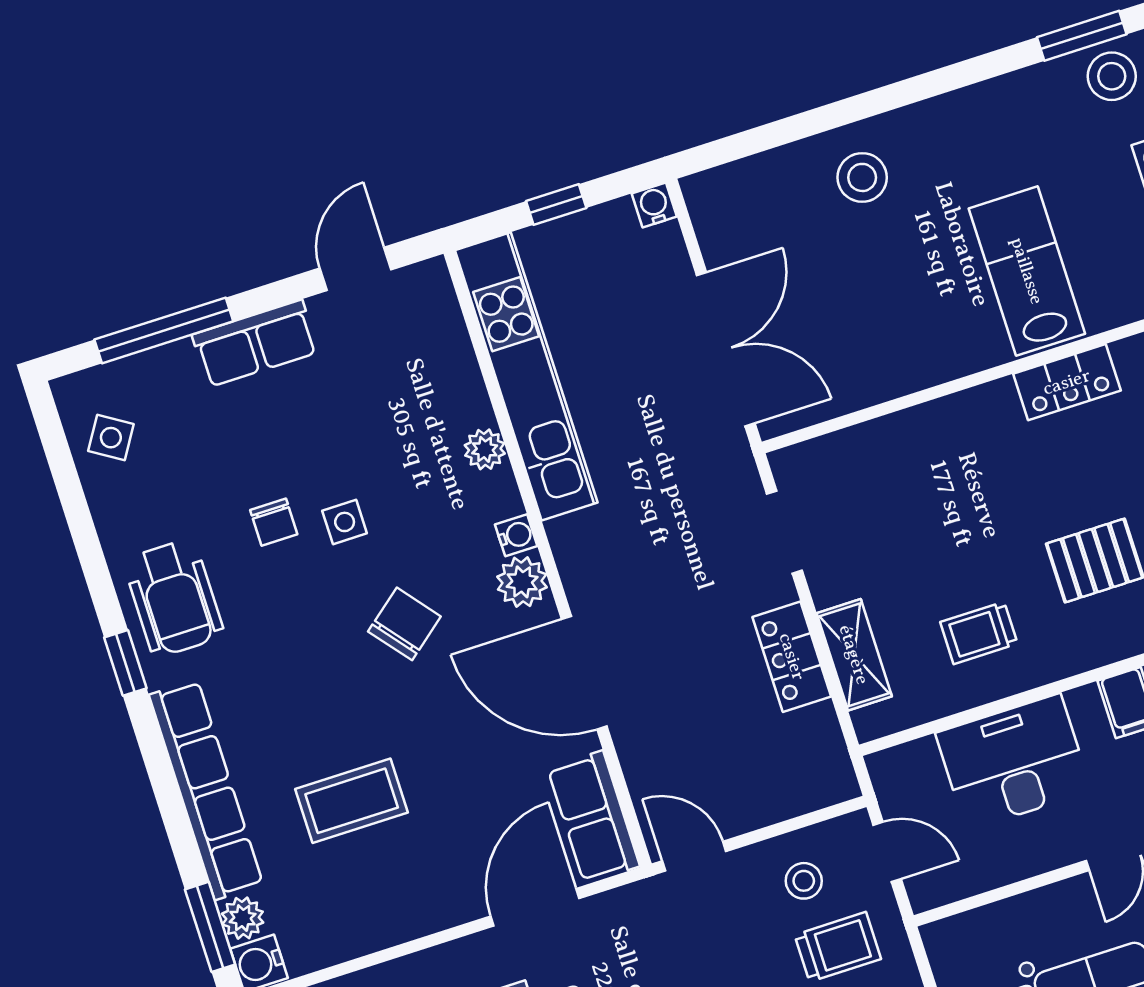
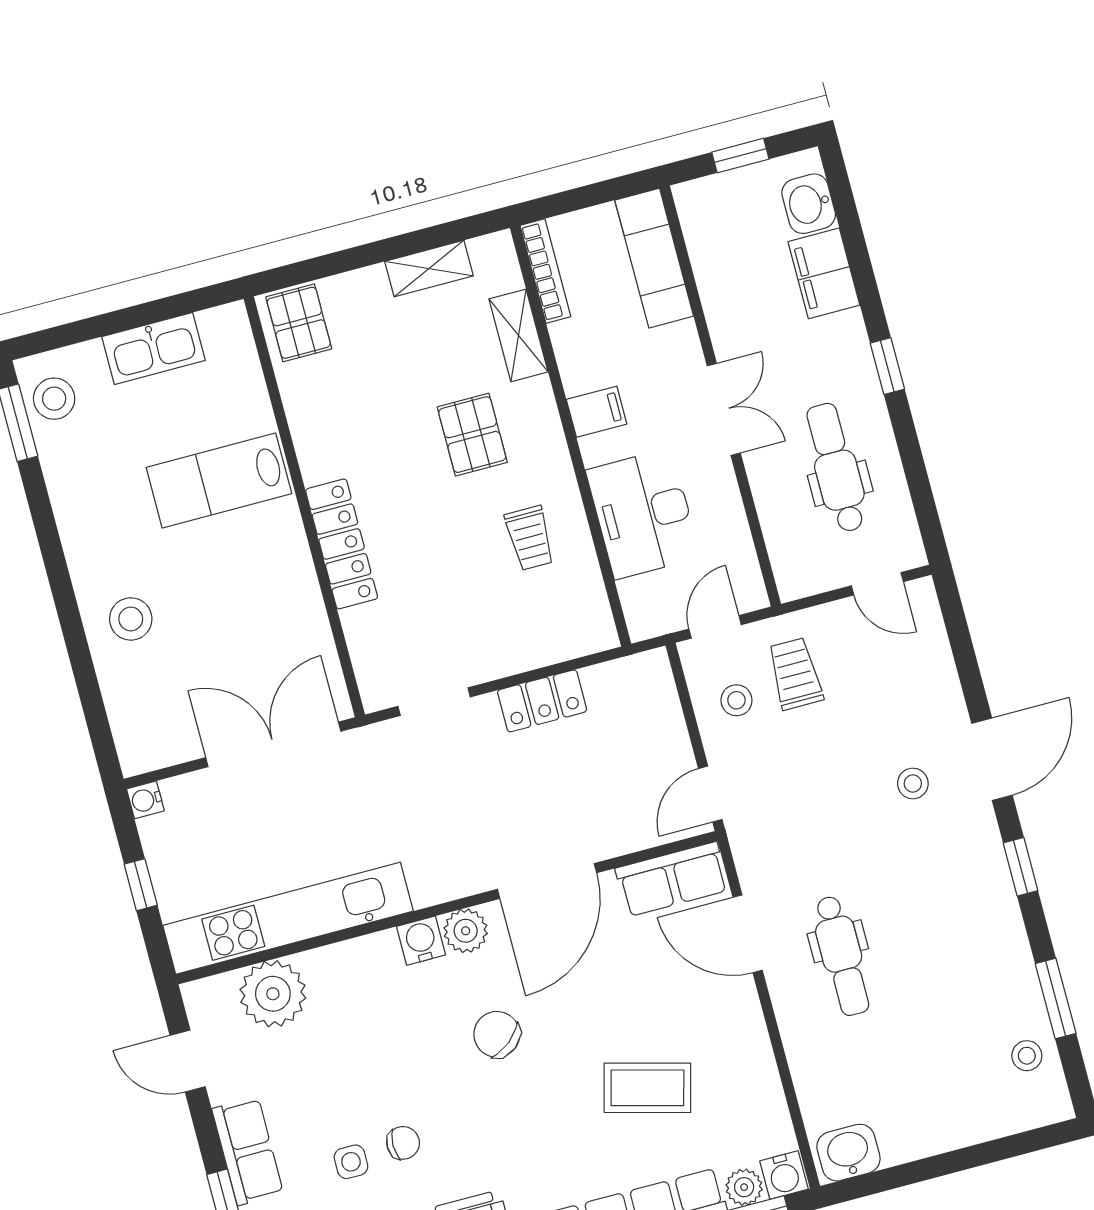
locker: (1067, 382) -> (342, 544), moved, width x1.53
plant: (485, 449) -> (273, 994), moved, width x1.87, depth x1.87
side table: (345, 522) -> (351, 1162), moved
water cooler: (516, 535) -> (421, 941), width x1.38, depth x1.38
shelving: (854, 655) -> (543, 647), removed
coffee table: (352, 801) -> (647, 1088), turned -75

